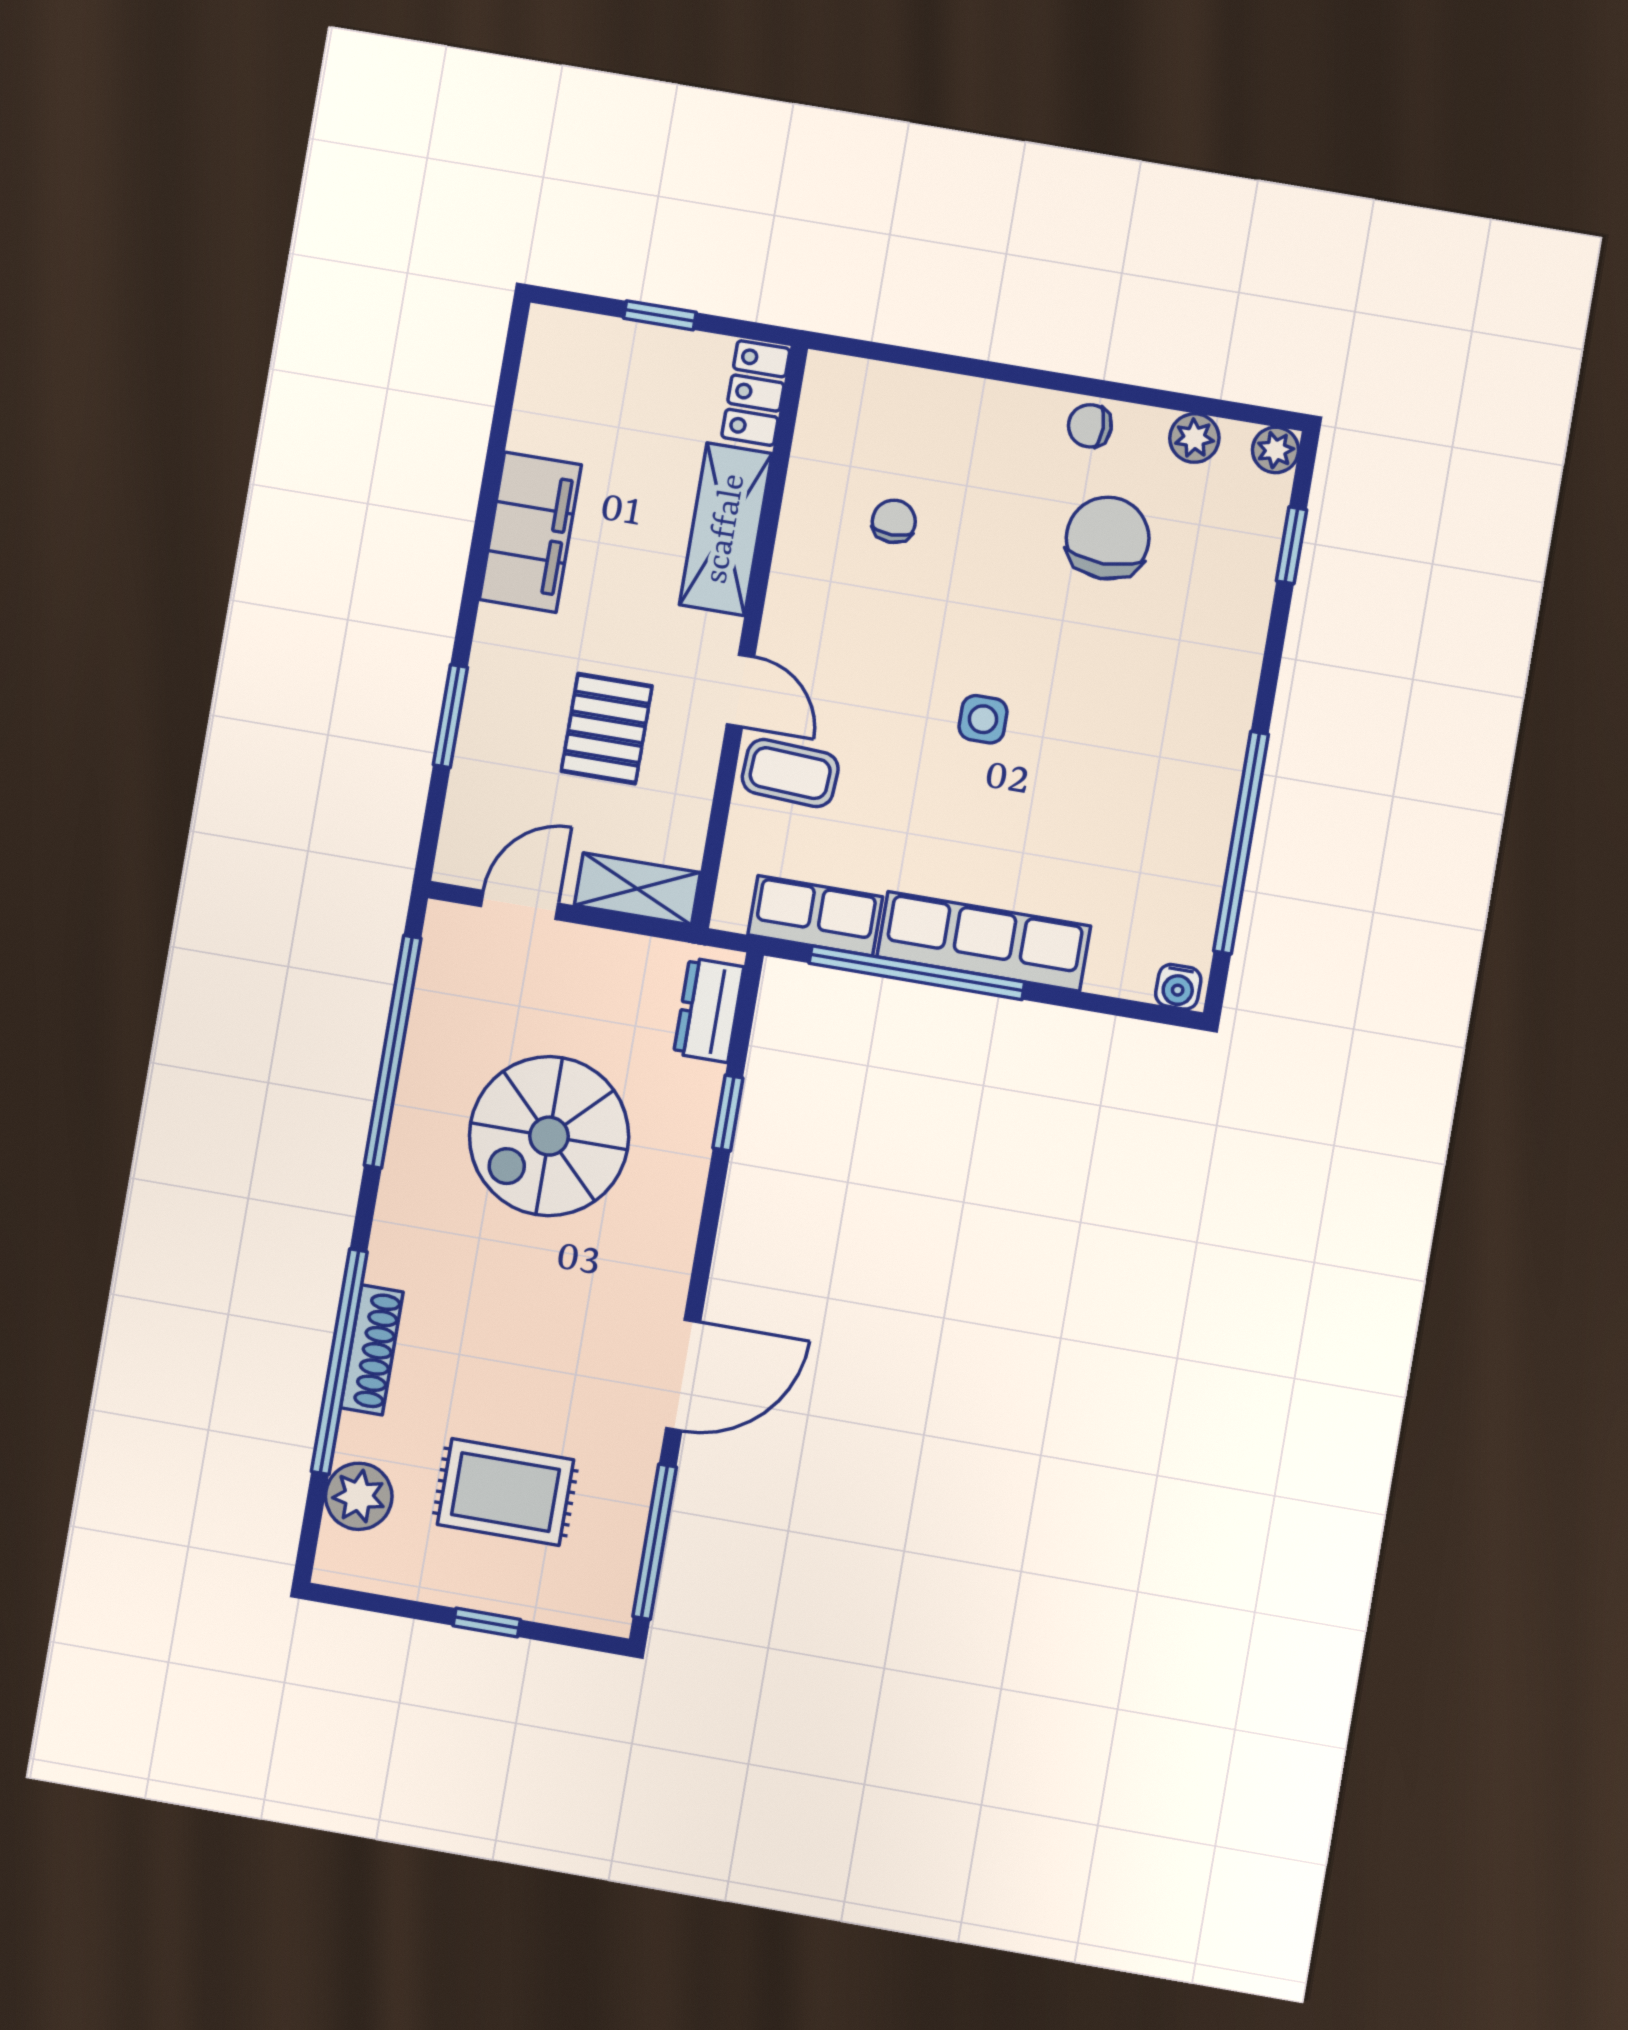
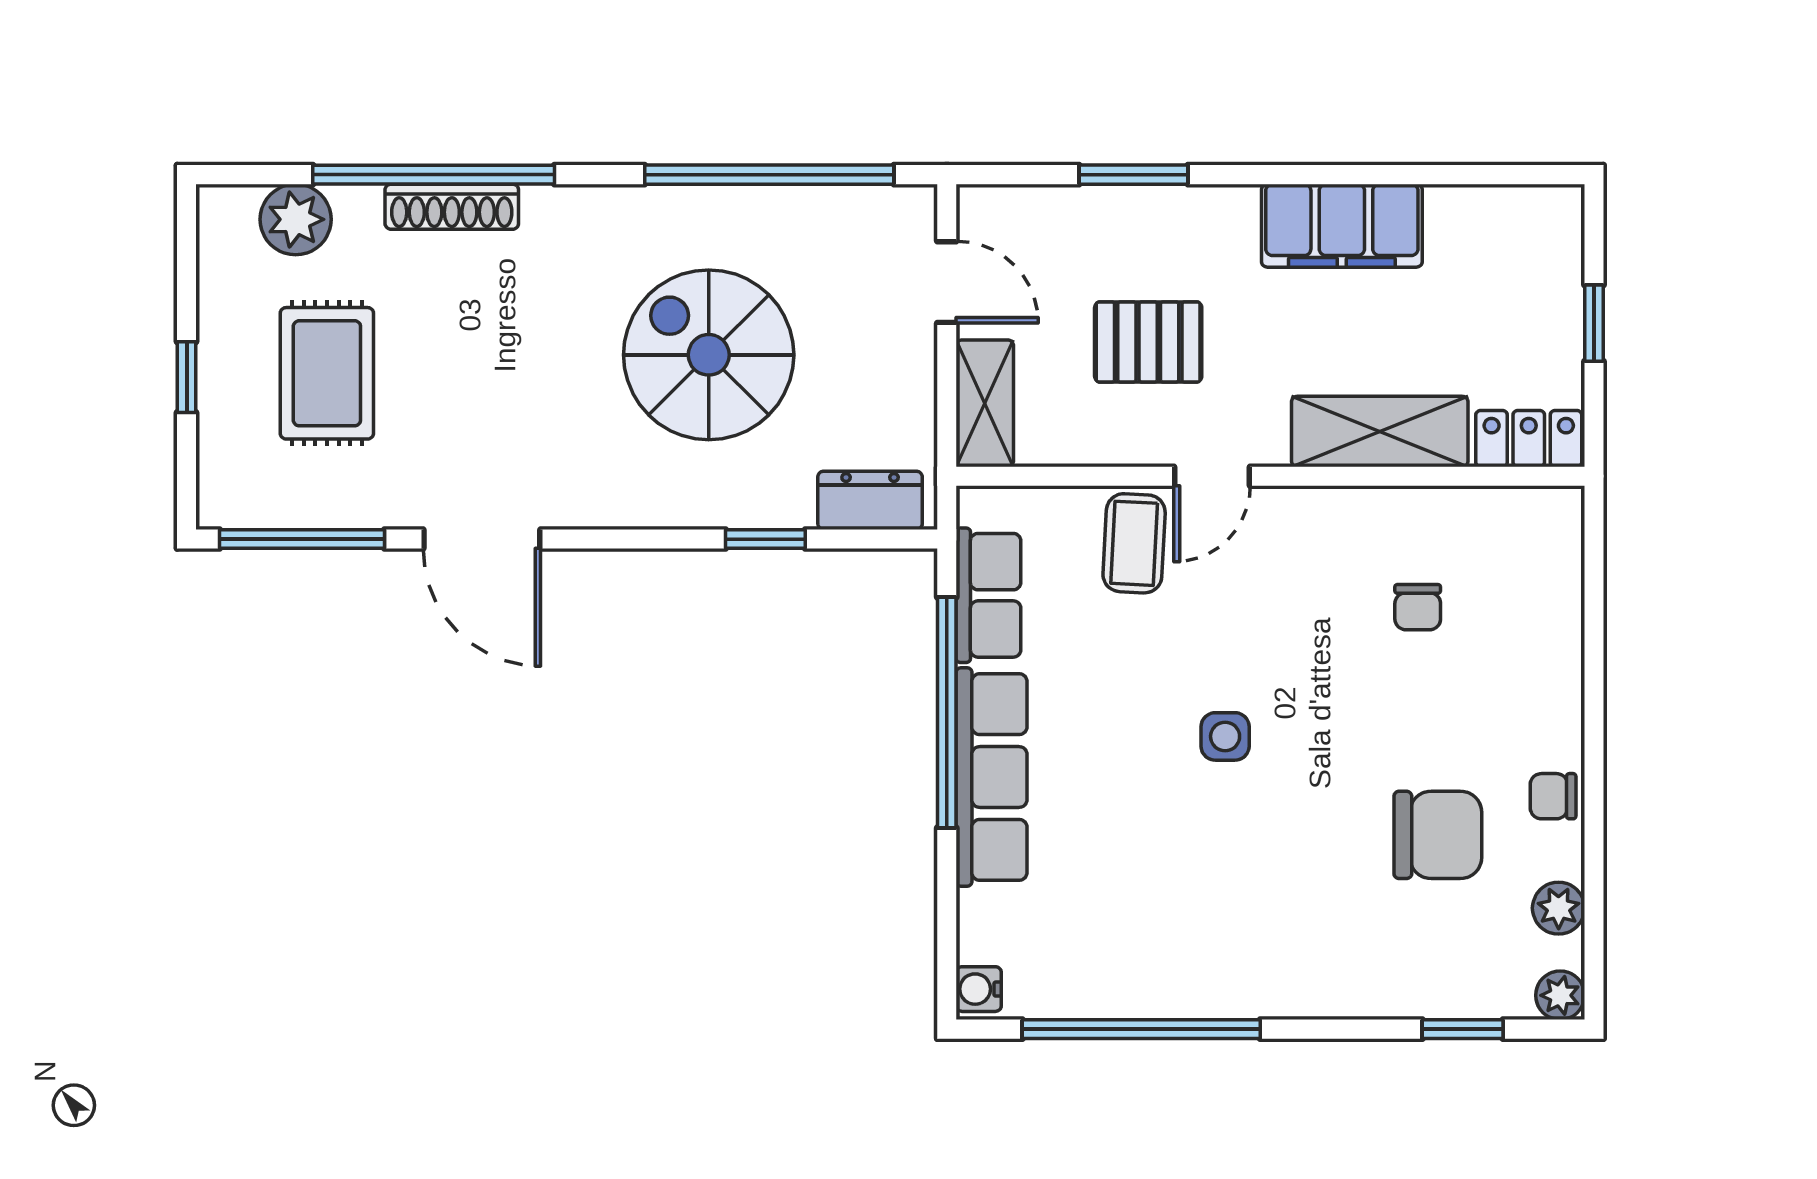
chair: (1090, 426) -> (1553, 796), turned -90
chair: (894, 521) -> (1418, 607), turned 90

